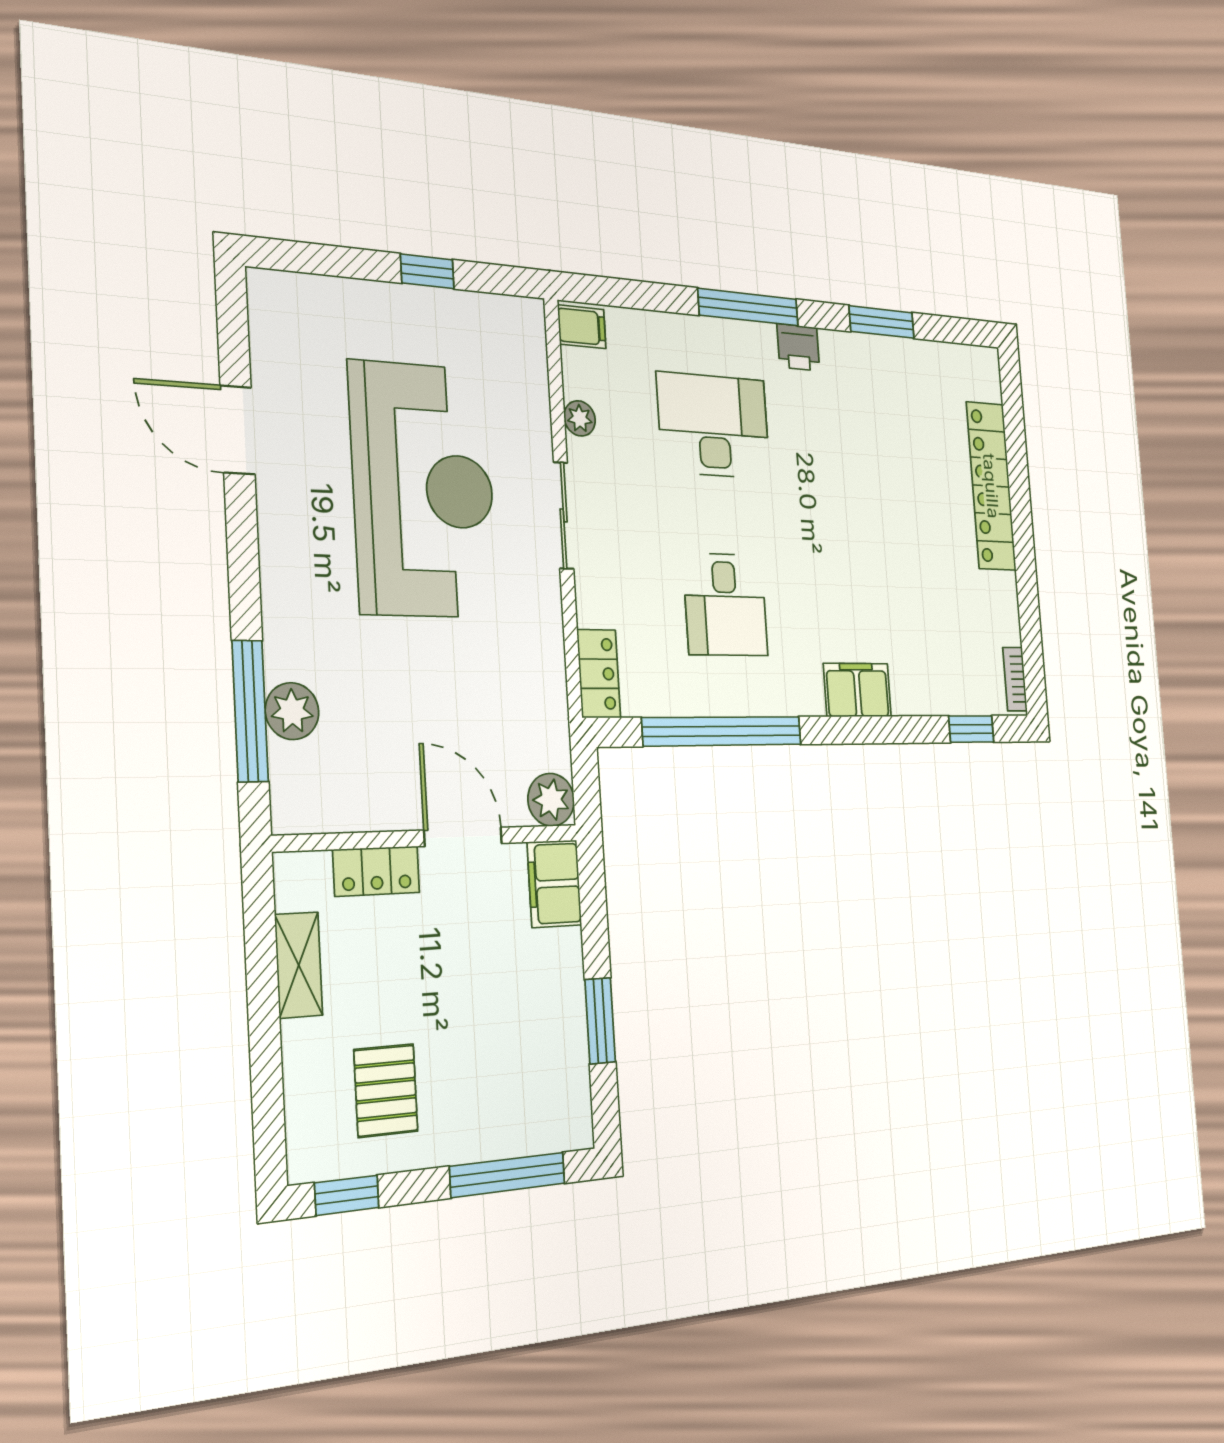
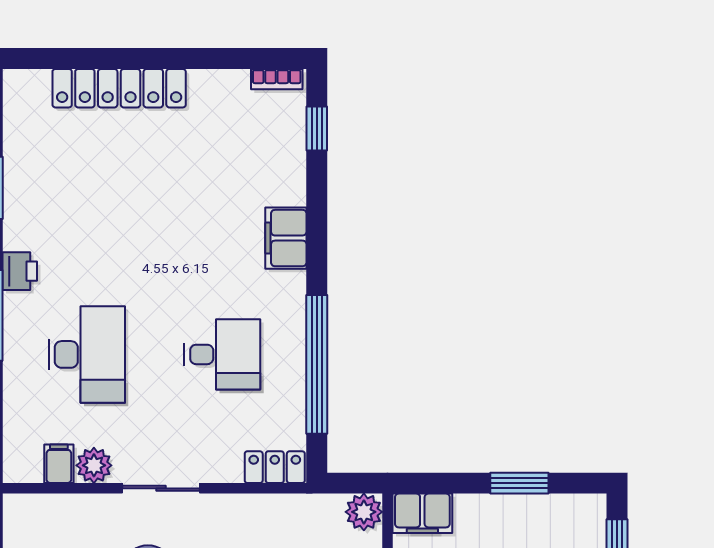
filing cabinet: (582, 327) -> (59, 464), moved
plant: (580, 418) -> (94, 465), width x1.38, depth x1.38
desk: (714, 426) -> (87, 354), turned 180

